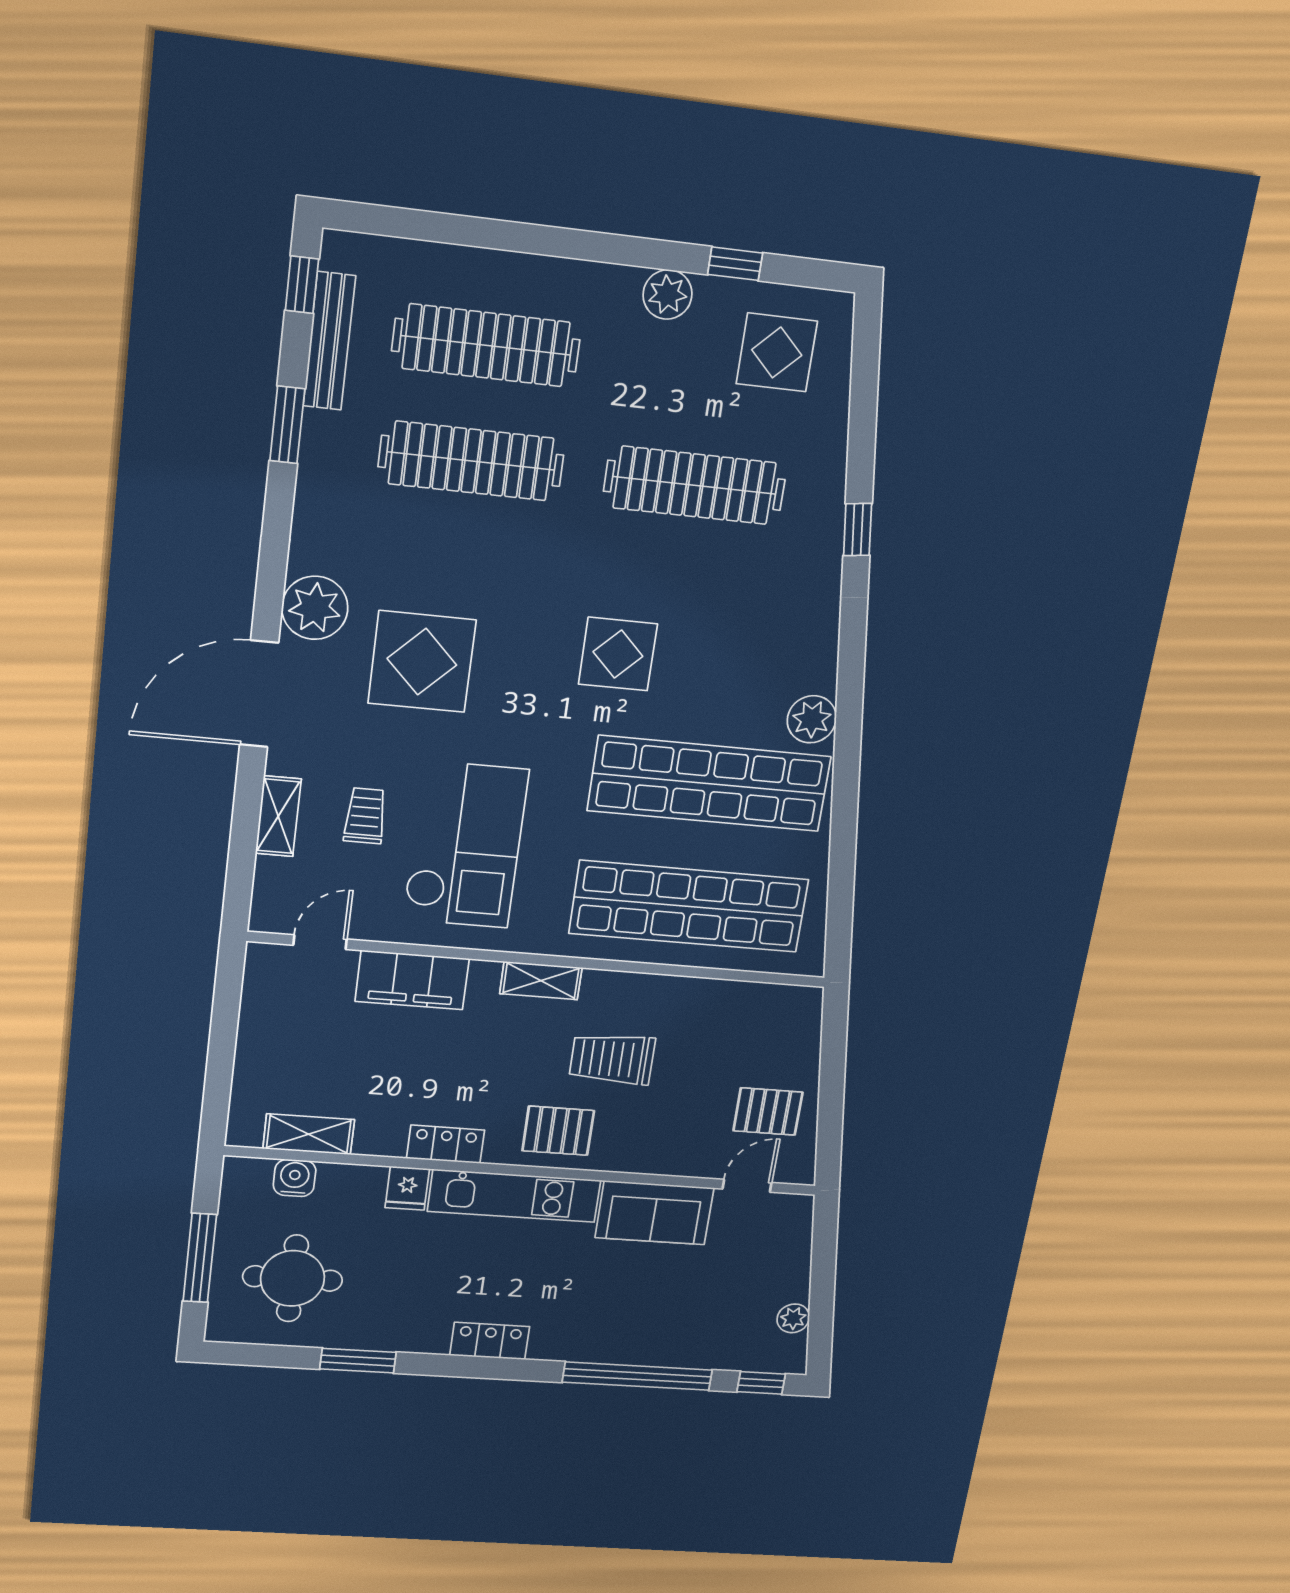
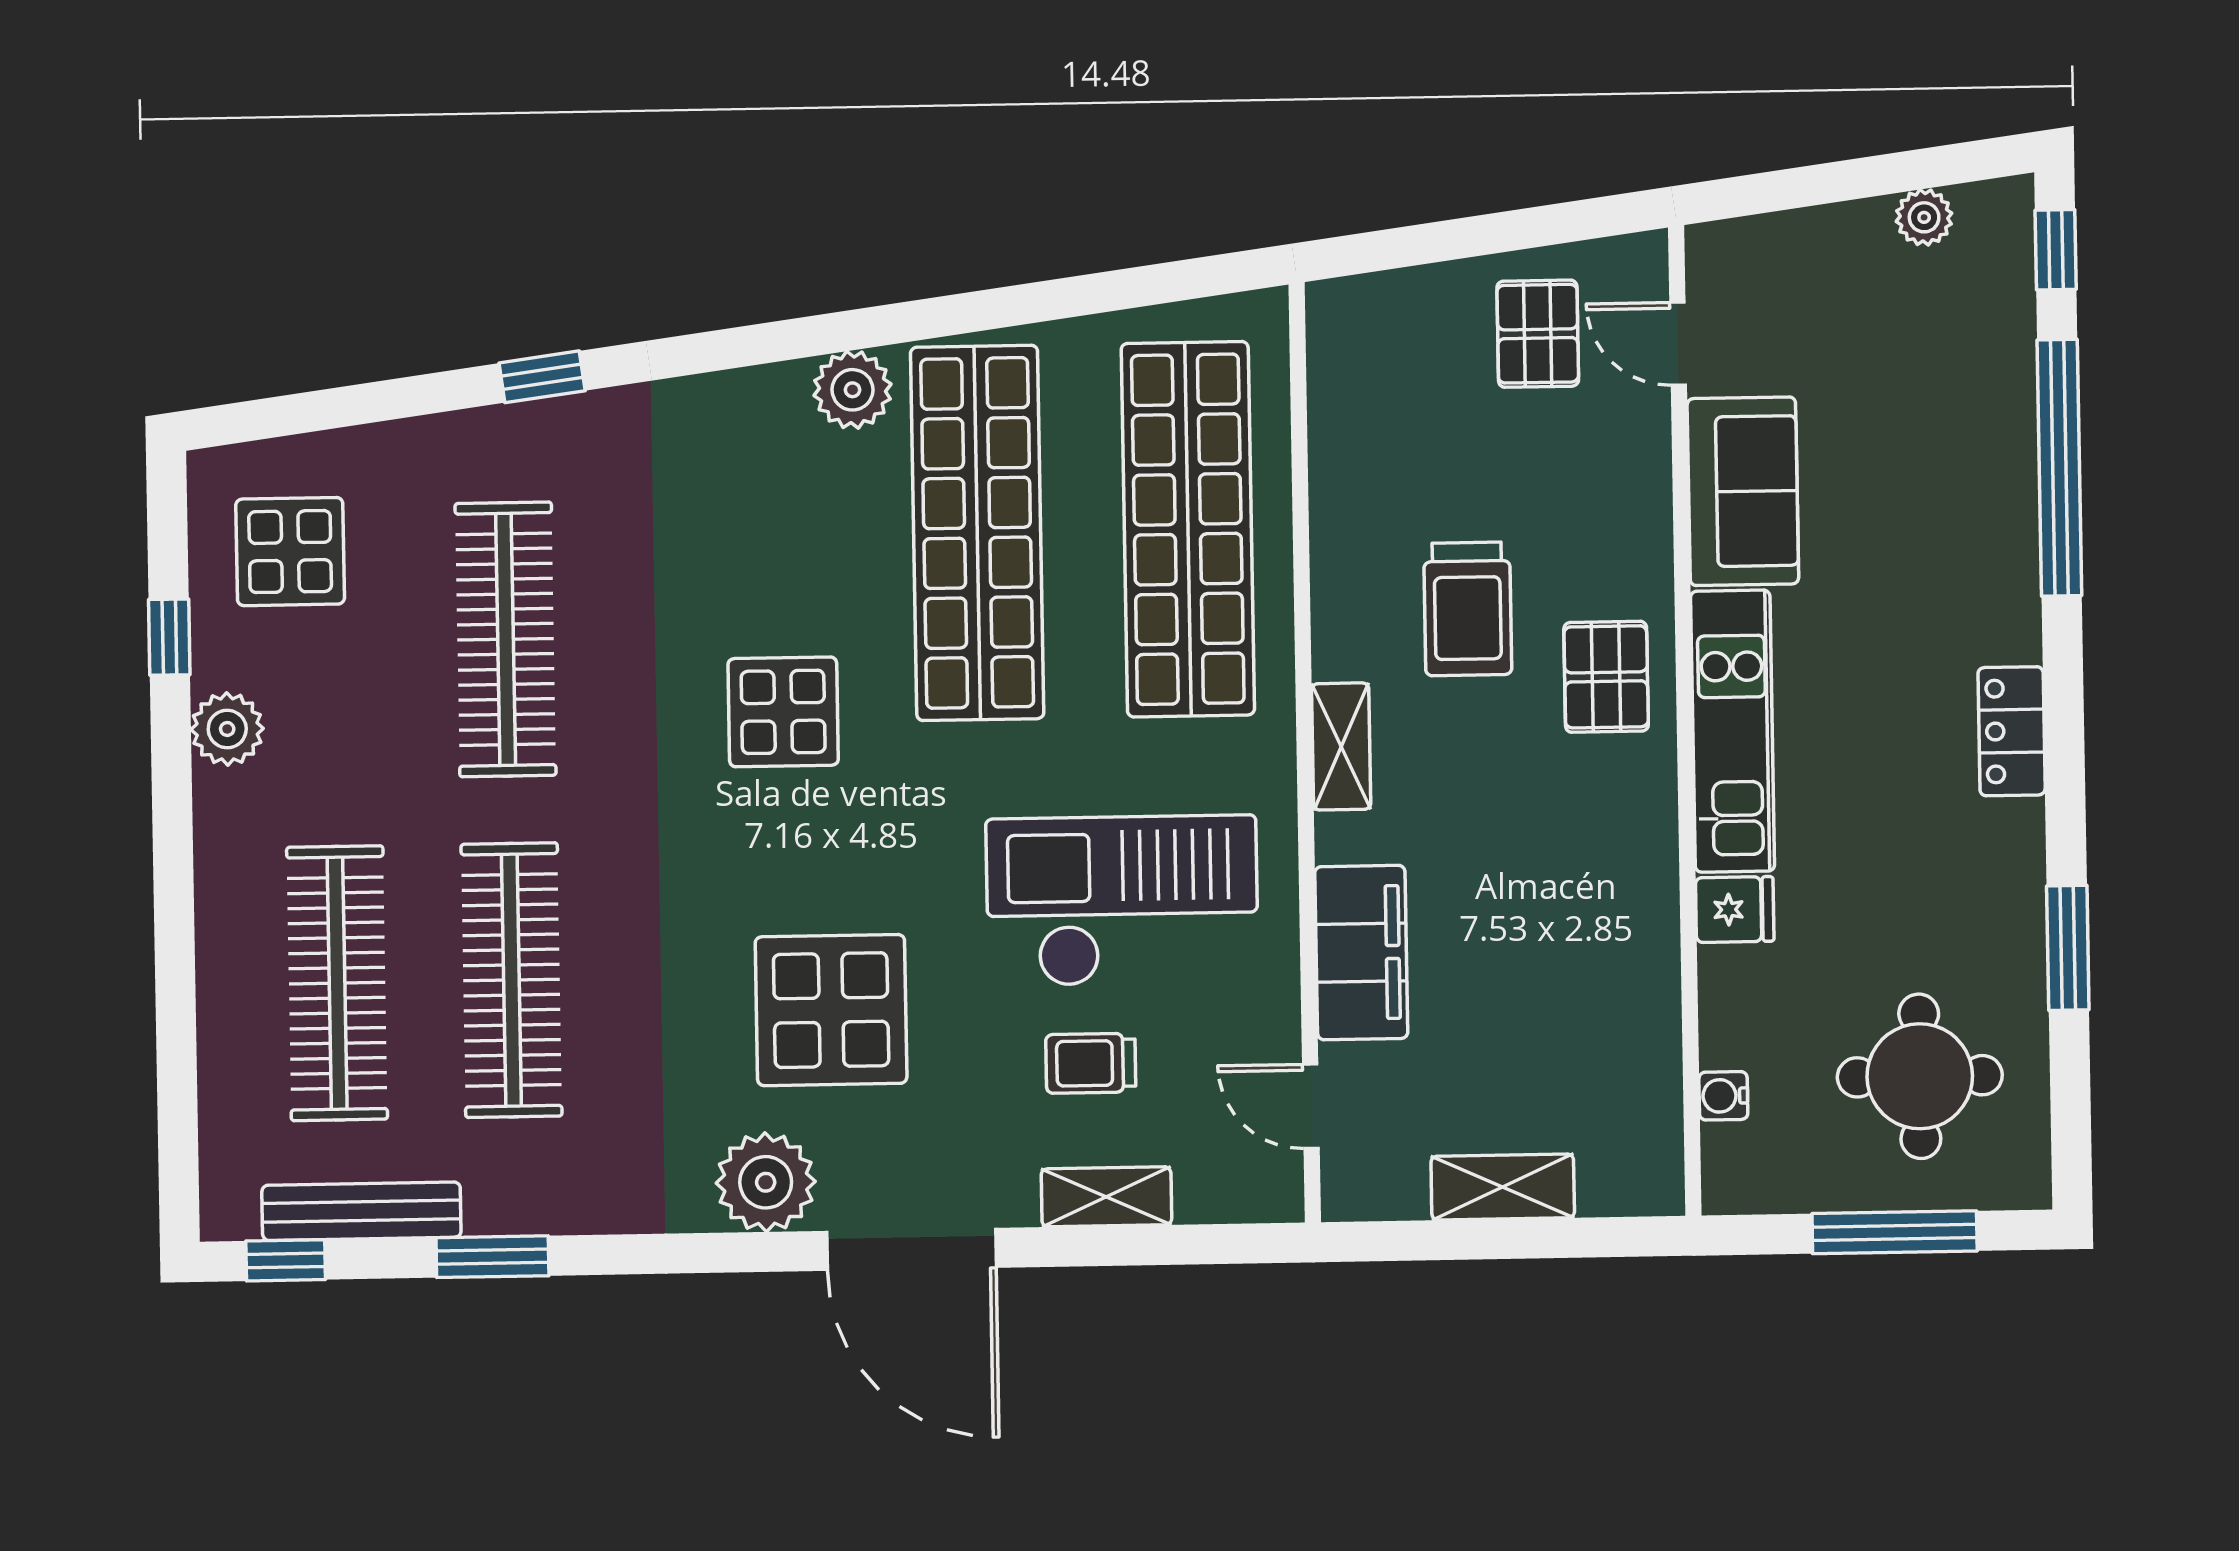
shelving: (309, 1134) -> (1503, 1187), moved, turned 90
locker: (445, 1144) -> (1648, 858), removed
water cooler: (295, 1178) -> (1723, 1096), width x0.72, depth x0.72

